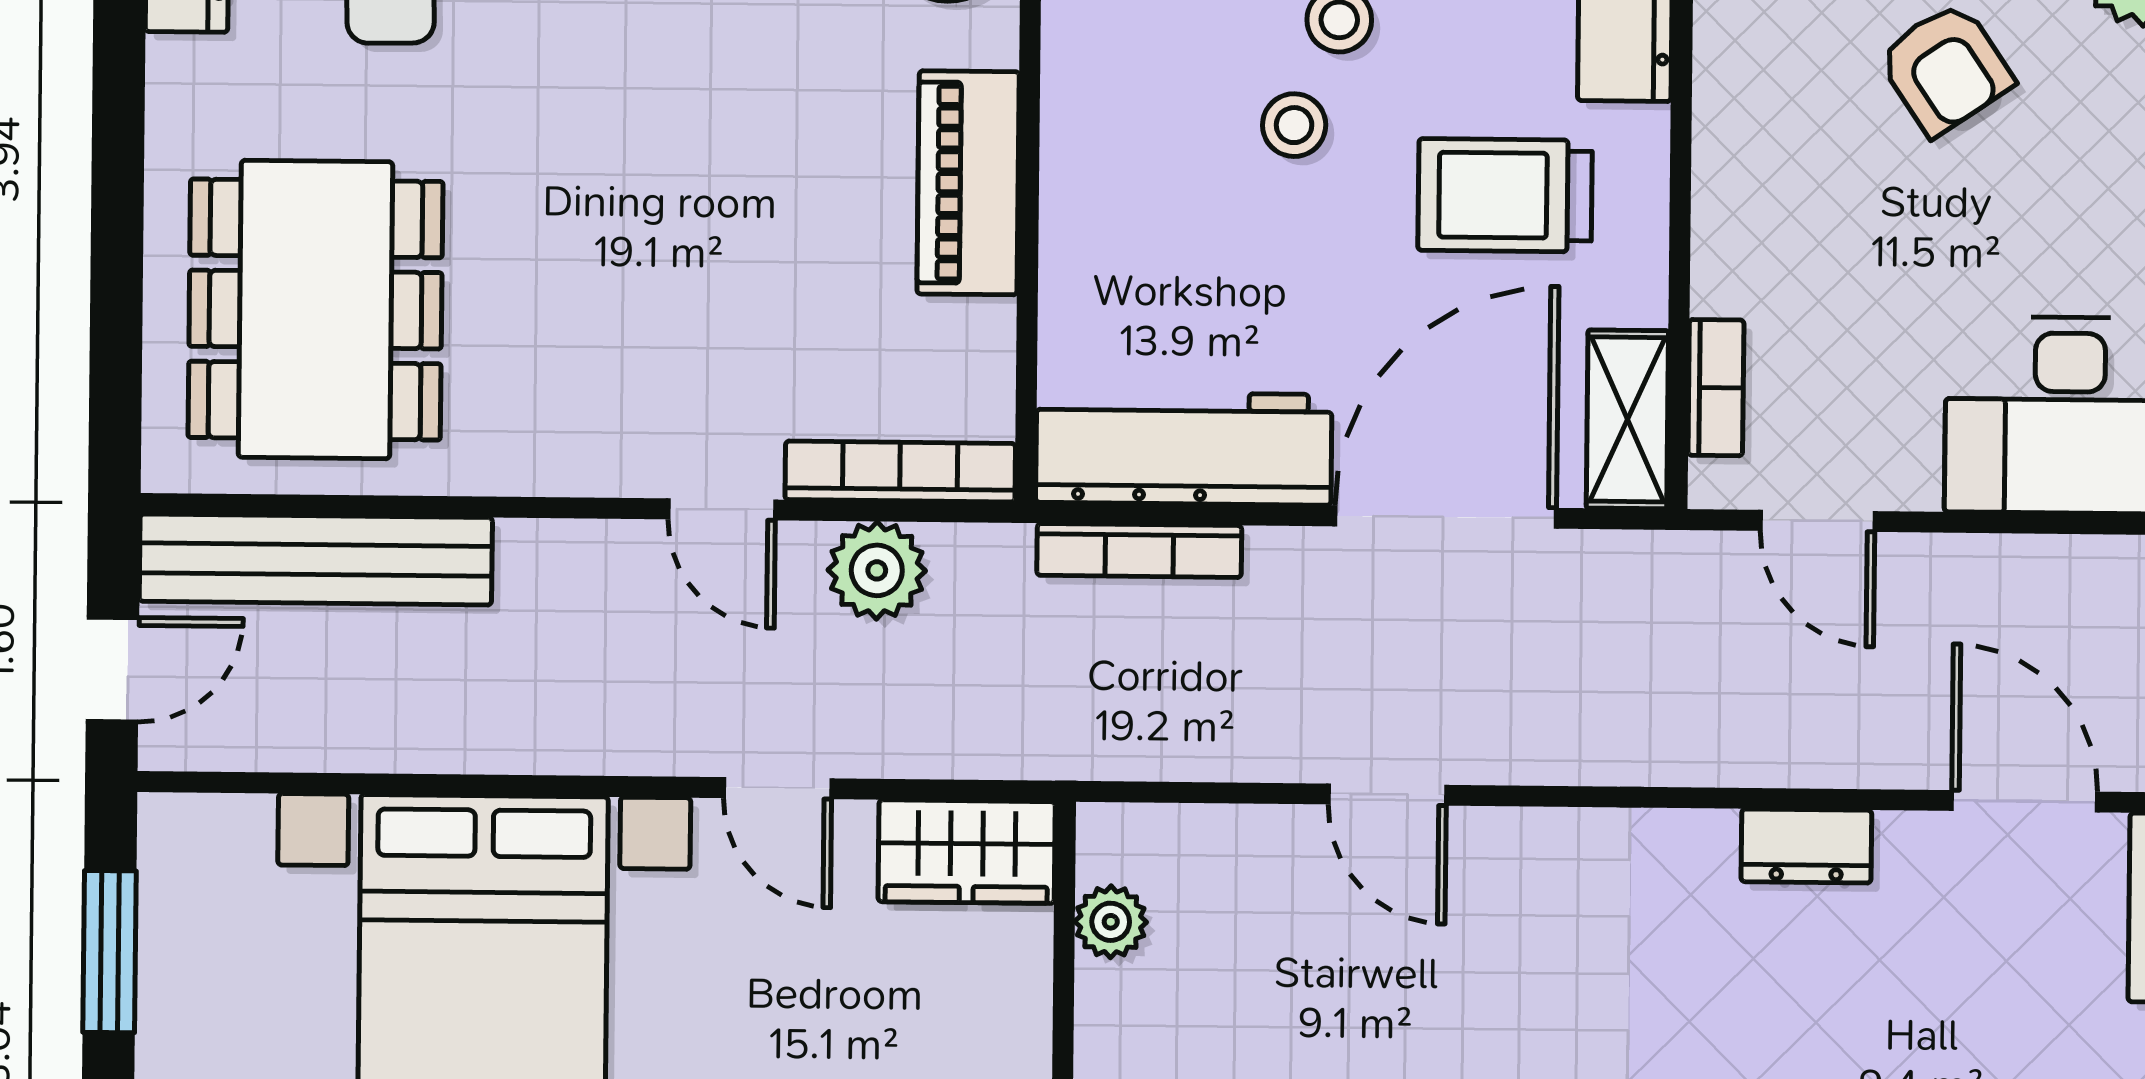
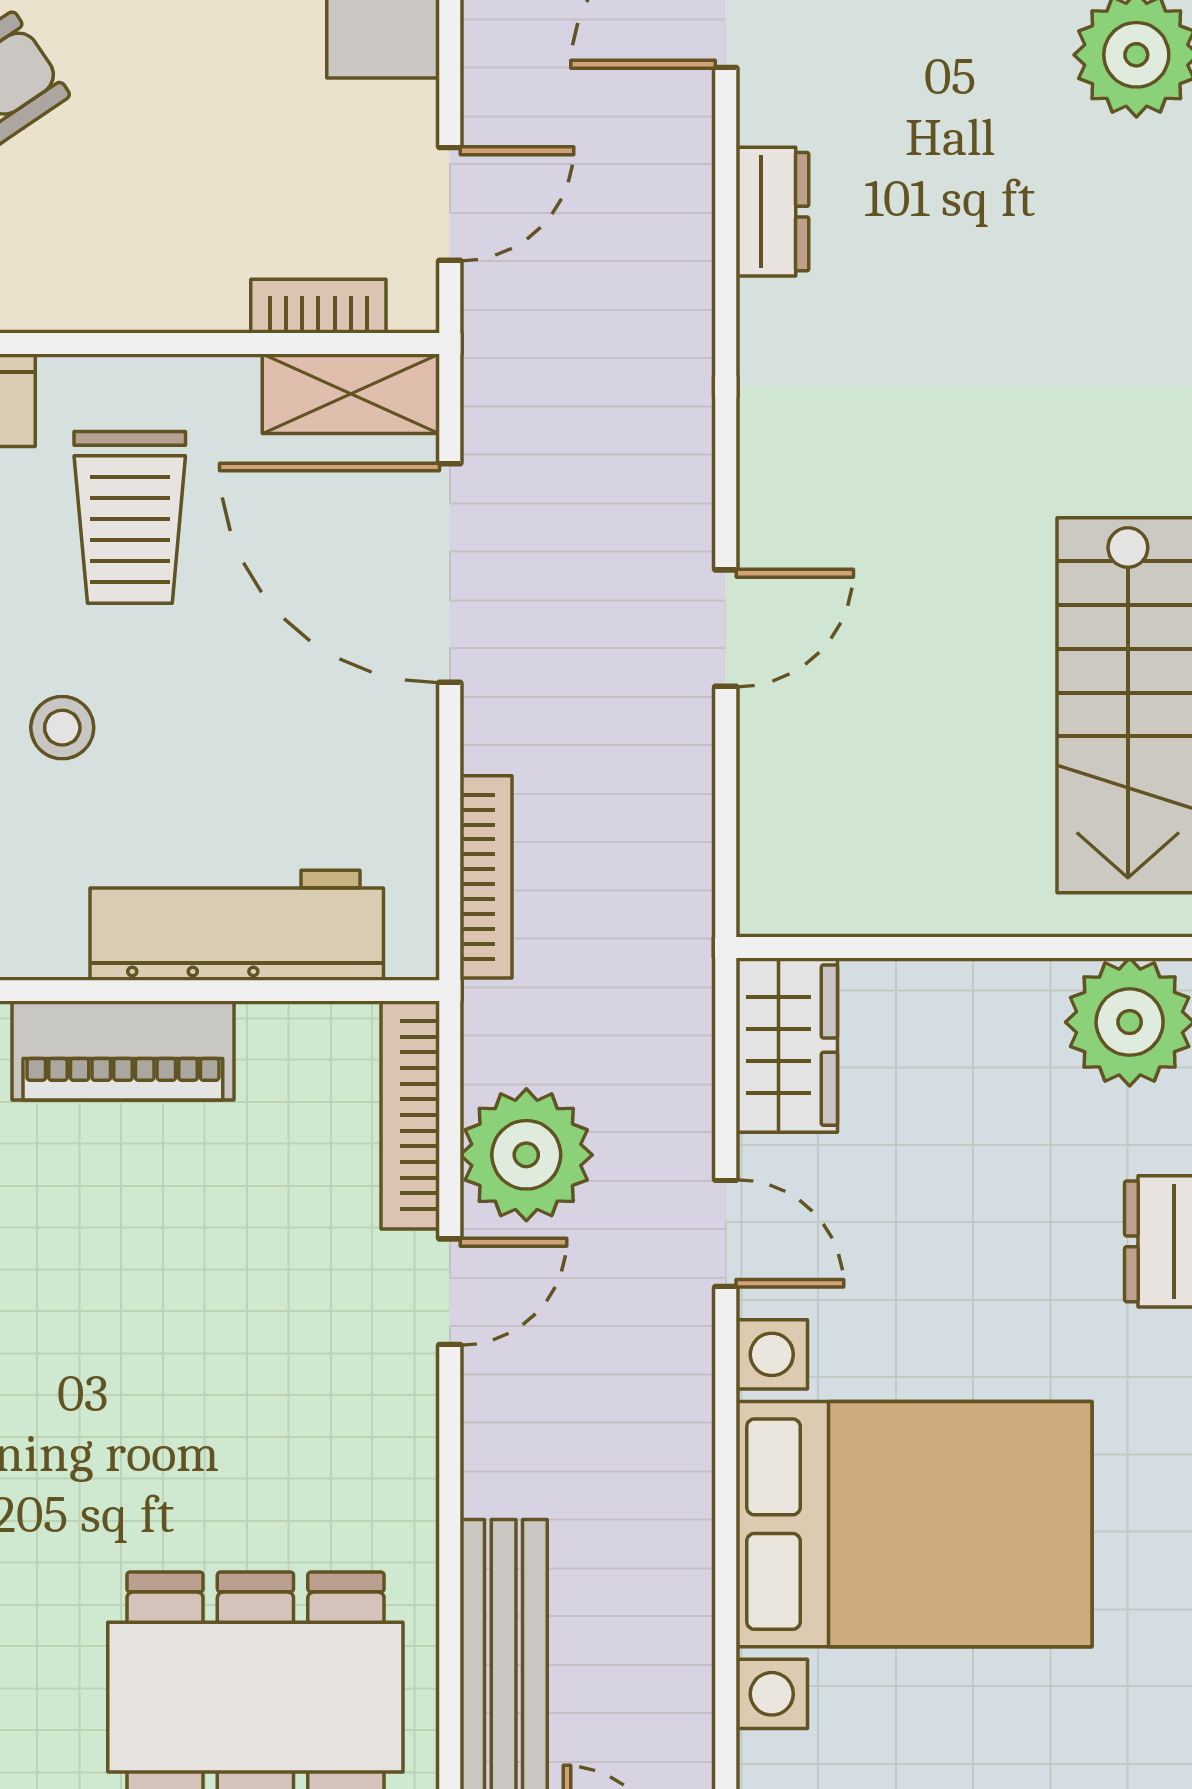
workbench: (1184, 448) -> (237, 925), moved, turned 90
plant: (877, 570) -> (526, 1155), width x1.36, depth x1.36
door: (778, 788) -> (726, 1233), hinge flipped
plant: (1111, 922) -> (855, 901), removed

